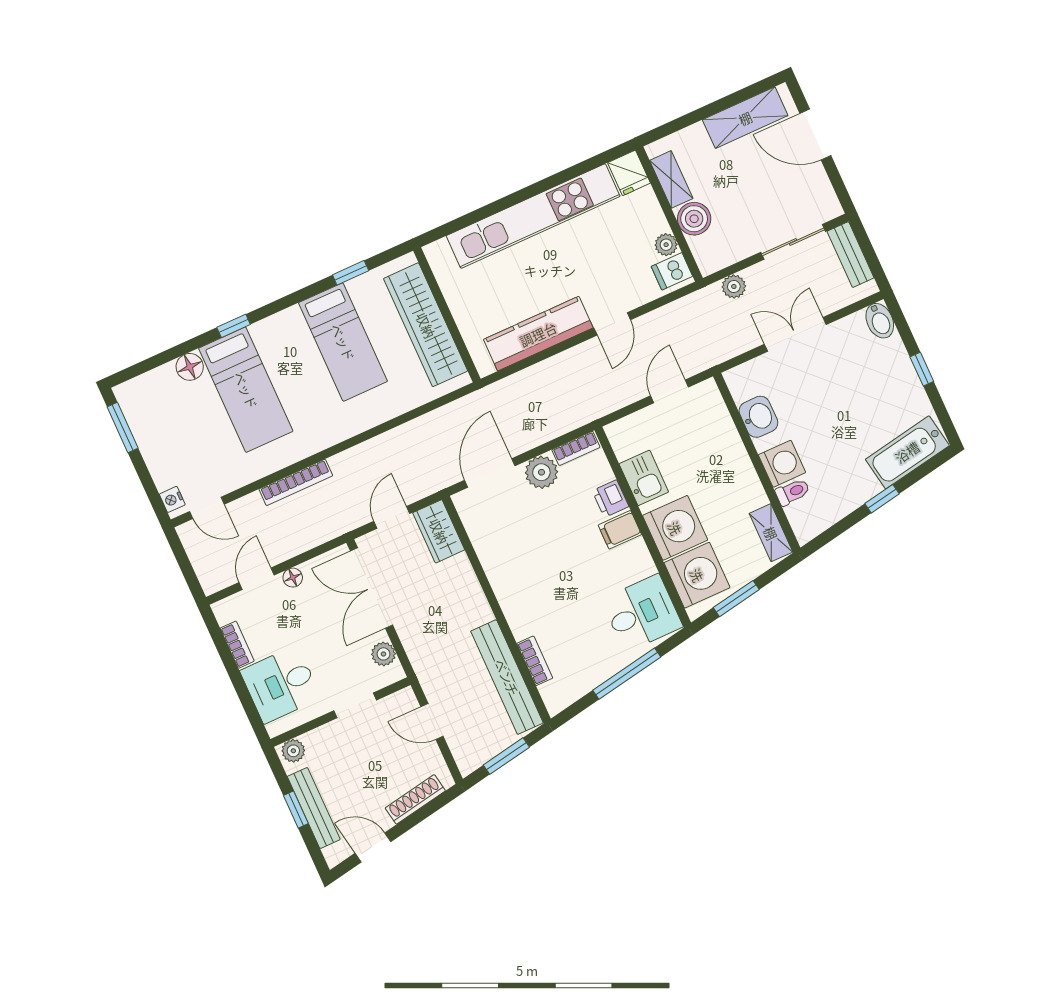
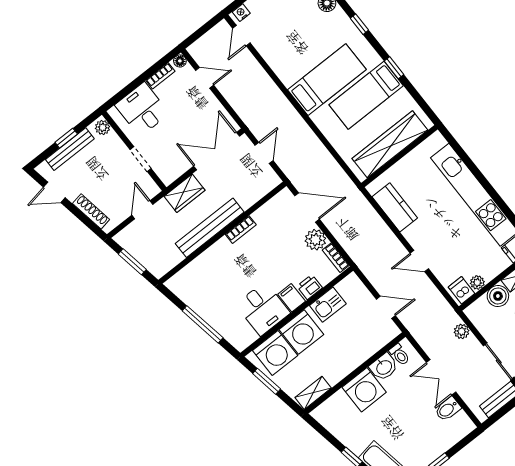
window: (351, 273) -> (394, 68), moved
bidet: (880, 321) -> (448, 409), moved
kitchen counter: (538, 334) -> (395, 207), width x0.67
double door: (795, 334) -> (441, 377), swing flipped
bed: (246, 390) -> (327, 80), moved, turned 180
washing machine: (782, 464) -> (364, 390), width x1.37, depth x1.37
bookcase: (296, 482) -> (271, 87), removed
toilet: (793, 492) -> (399, 355), moved
door: (392, 517) -> (264, 153), hinge flipped
wardrobe: (439, 531) -> (185, 193), moved, turned 180
floor lamp: (293, 578) -> (180, 61), moved
desk: (642, 613) -> (263, 309), moved
plant: (383, 654) -> (177, 169), removed
bookcase: (535, 661) -> (241, 230), moved
bench: (507, 677) -> (210, 228), moved
door: (373, 847) -> (54, 192), swing flipped

